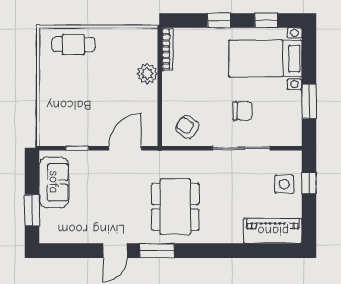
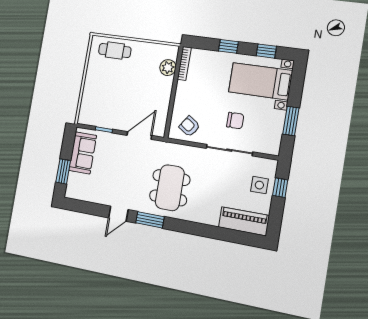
plant: (147, 74) -> (168, 68), moved

